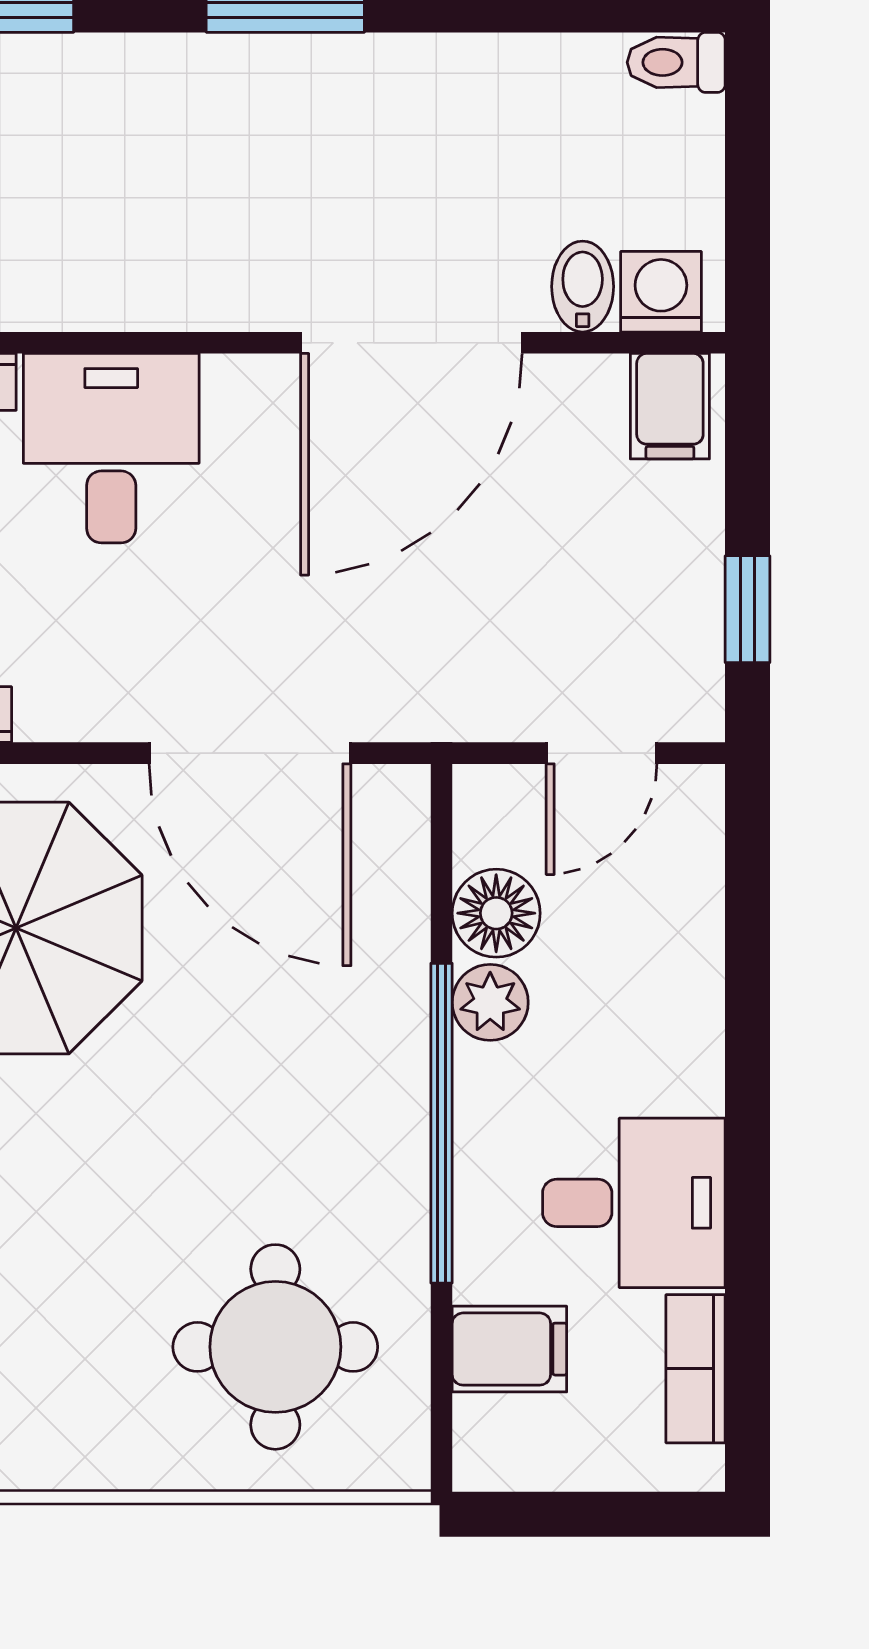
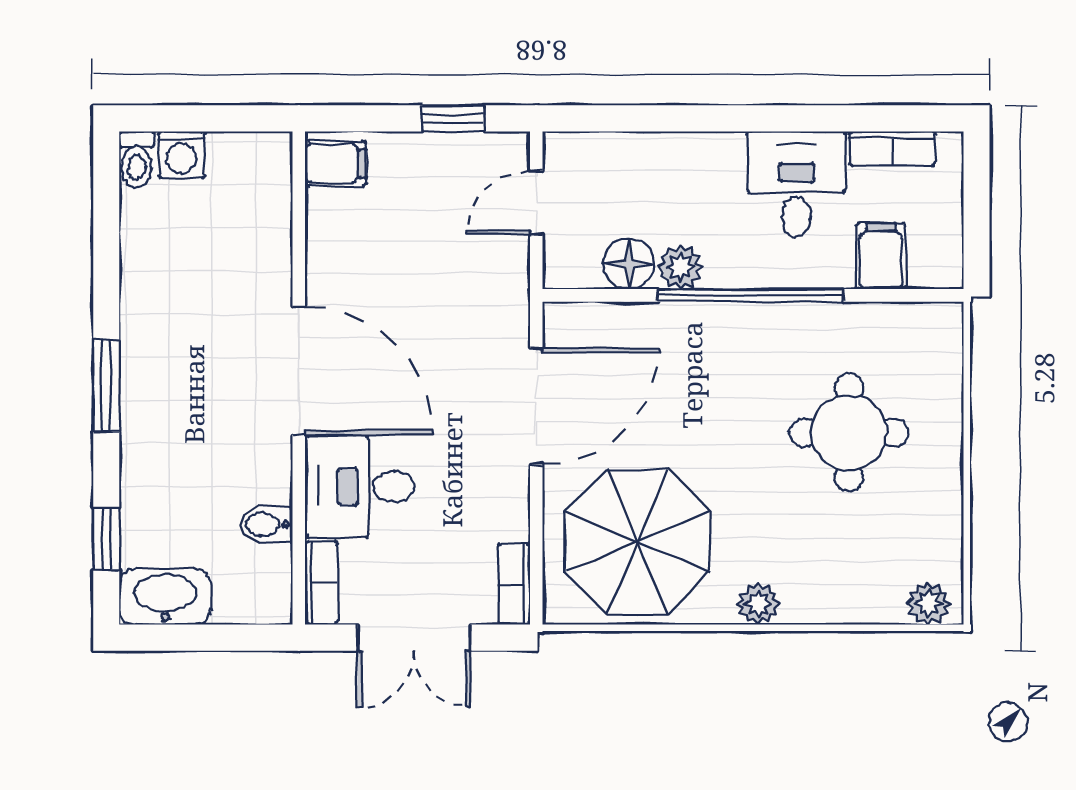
bidet: (583, 287) -> (266, 524), moved
washing machine: (661, 292) -> (181, 155), moved, turned -90
door: (411, 343) -> (299, 371), moved
door: (602, 753) -> (536, 203), swing flipped
round table: (275, 1347) -> (849, 432), moved

